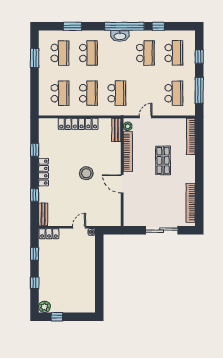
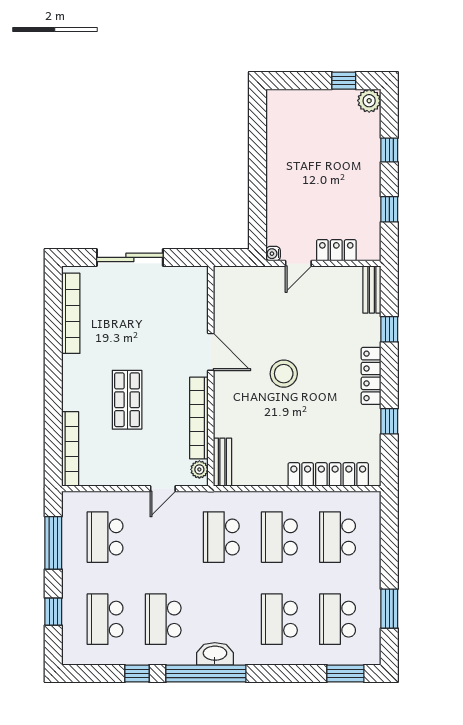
window: (72, 26) -> (345, 673), moved
locker: (78, 124) -> (328, 474), moved
locker: (49, 234) -> (336, 250), moved

